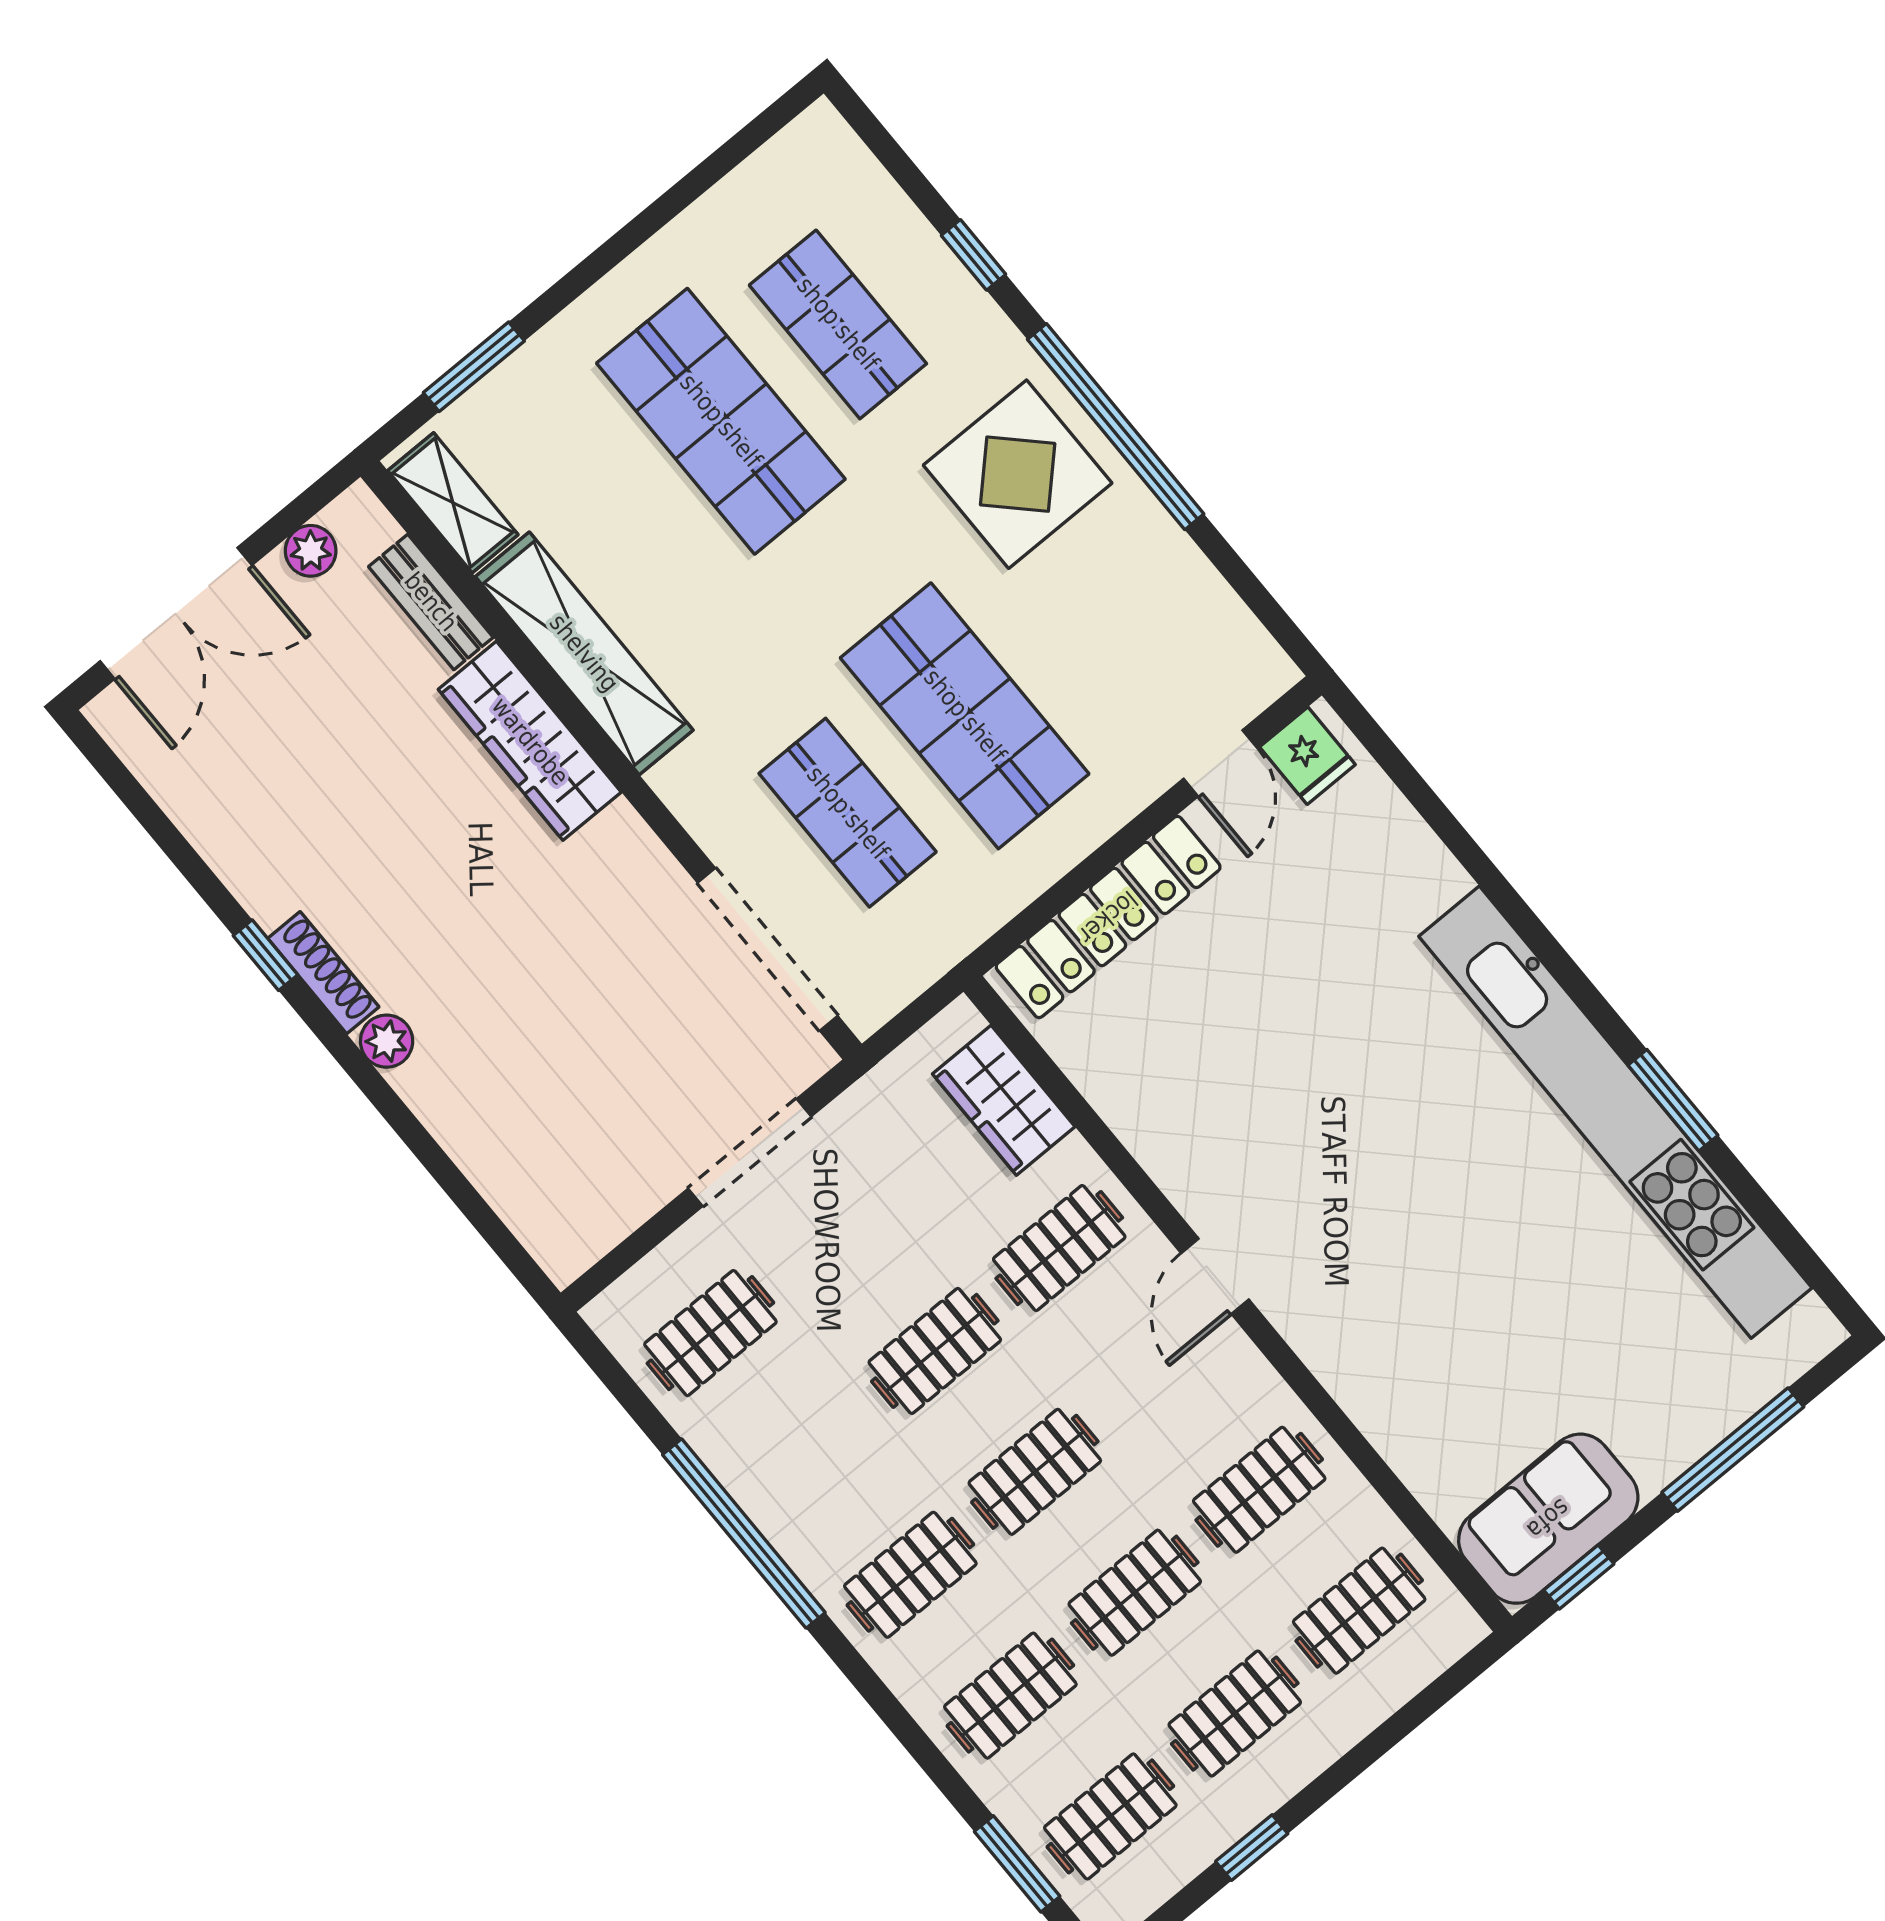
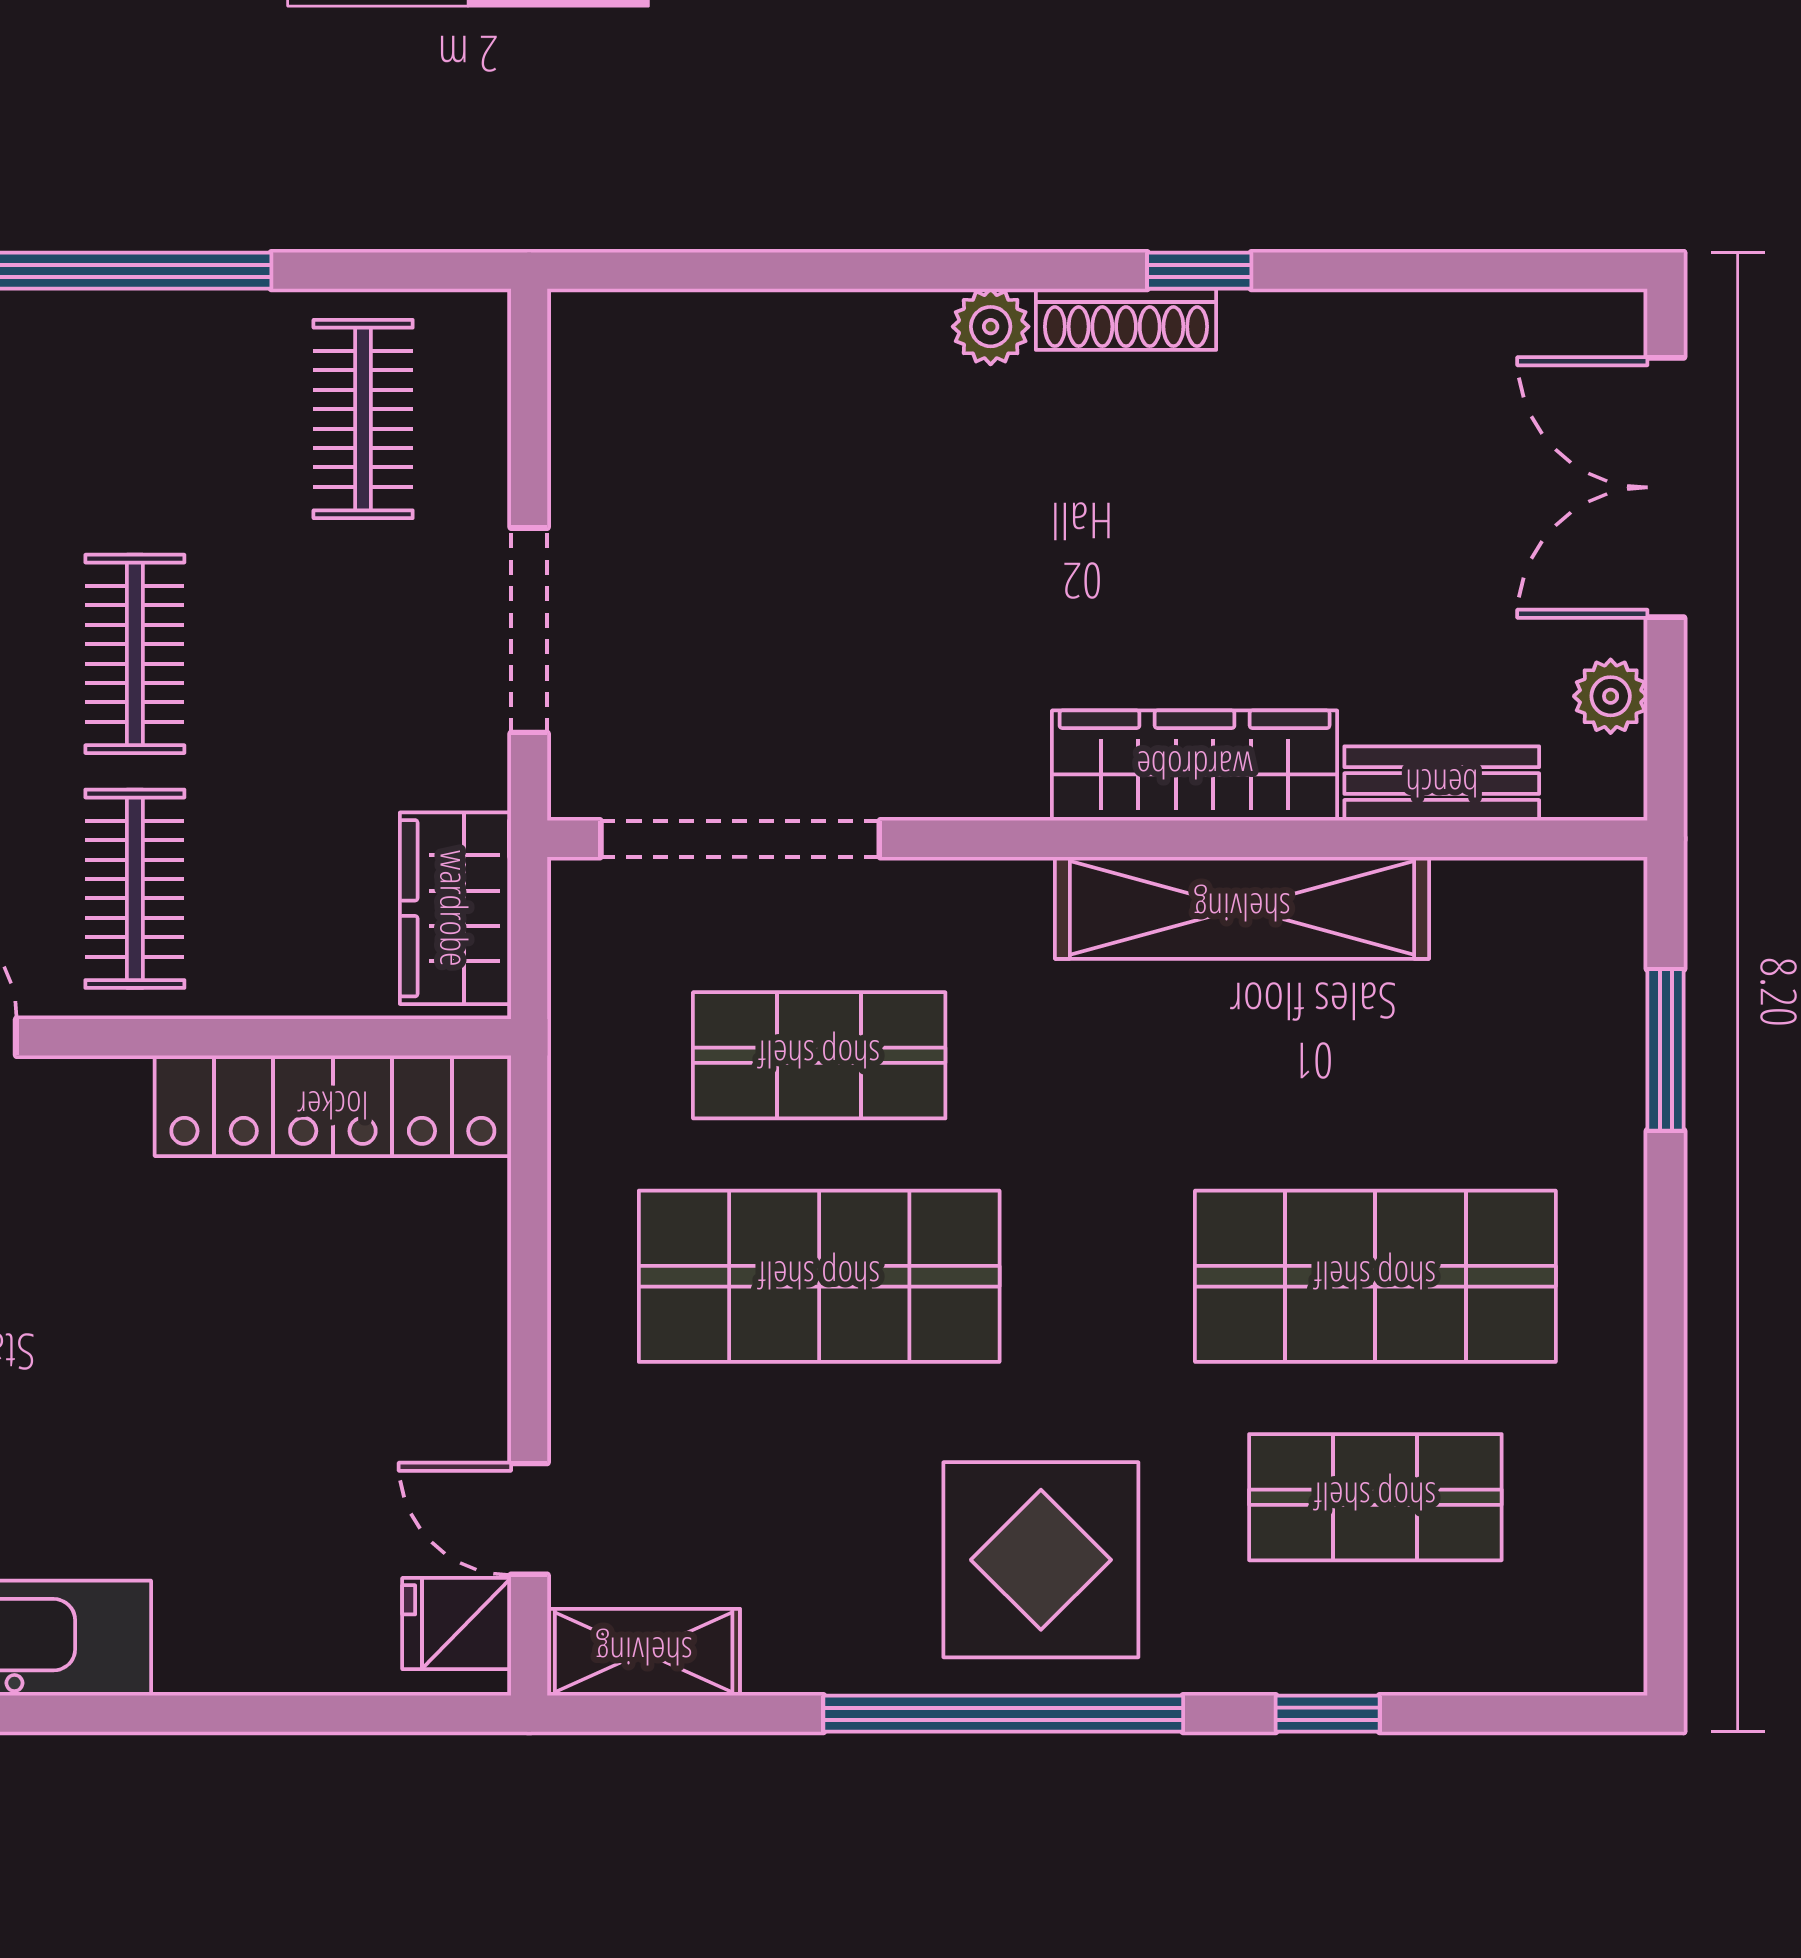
shelving: (453, 503) -> (644, 1652), moved
locker: (1108, 917) -> (333, 1106), moved, turned -90
wardrobe: (1004, 1100) -> (455, 908), moved, turned -90

